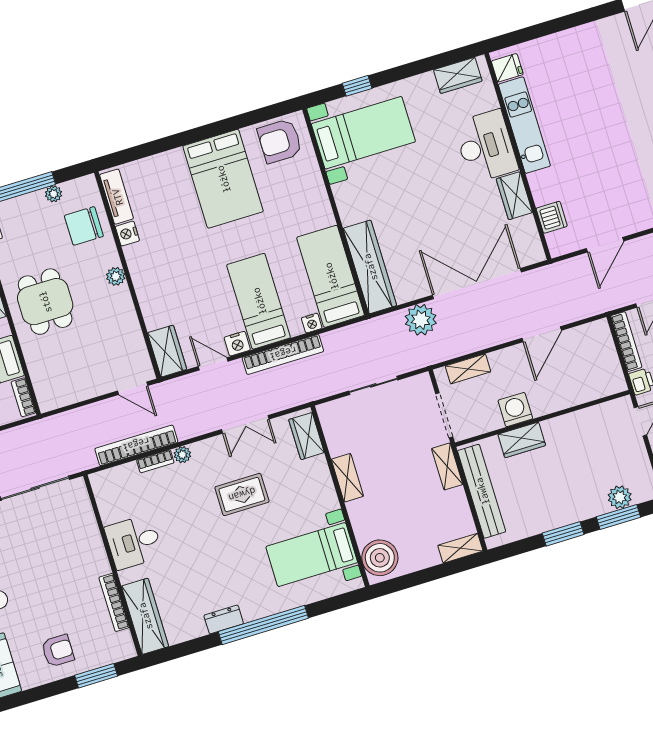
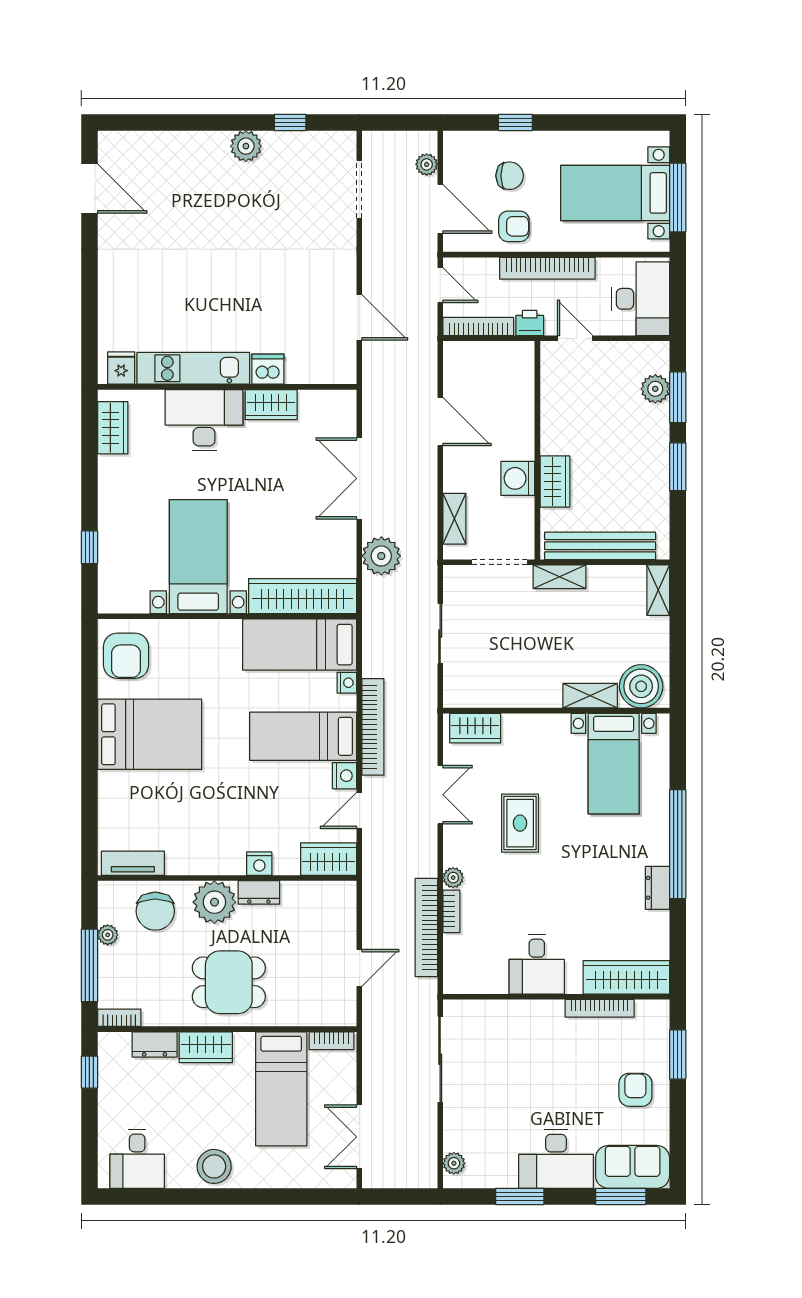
bed with nightstands: (363, 133) -> (198, 557), moved
dishwasher: (552, 217) -> (268, 369), moved
nightstand: (127, 234) -> (259, 864), moved
plant: (116, 276) -> (214, 902), width x1.87, depth x1.87
double door: (477, 284) -> (359, 478), width x0.73
dresser: (124, 304) -> (259, 892), added
door: (133, 388) -> (359, 968), moved
shelving: (347, 478) -> (590, 696), moved

